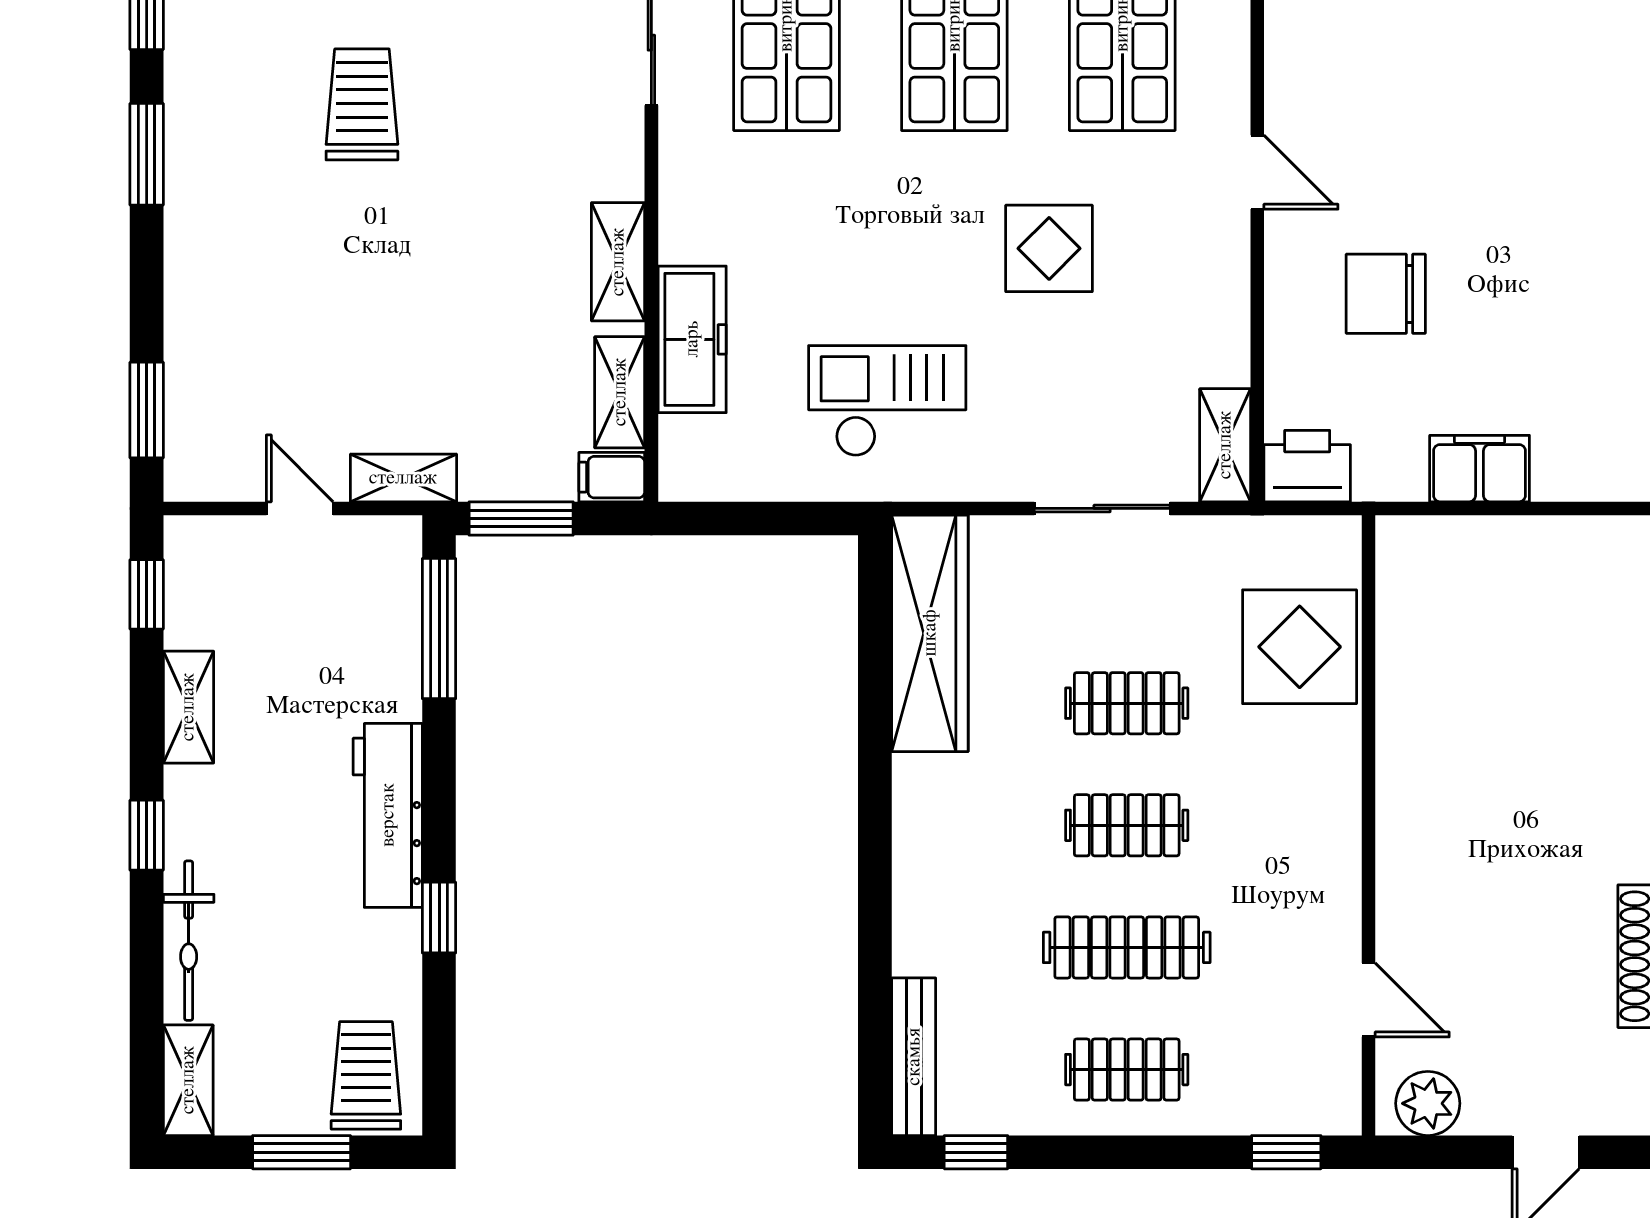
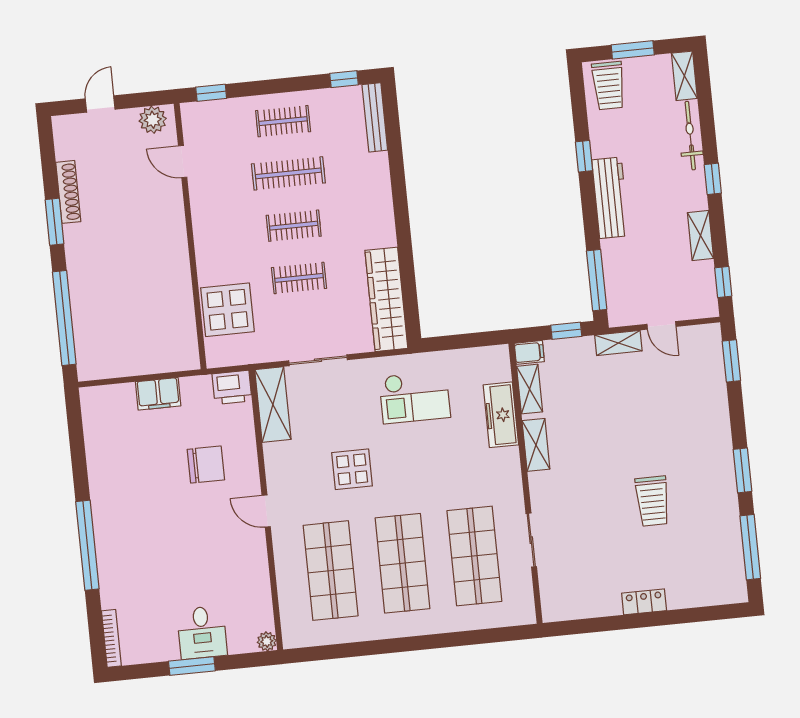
shelving: (1225, 445) -> (273, 404), width x1.50, depth x1.33
window: (521, 518) -> (566, 331), width x0.67

